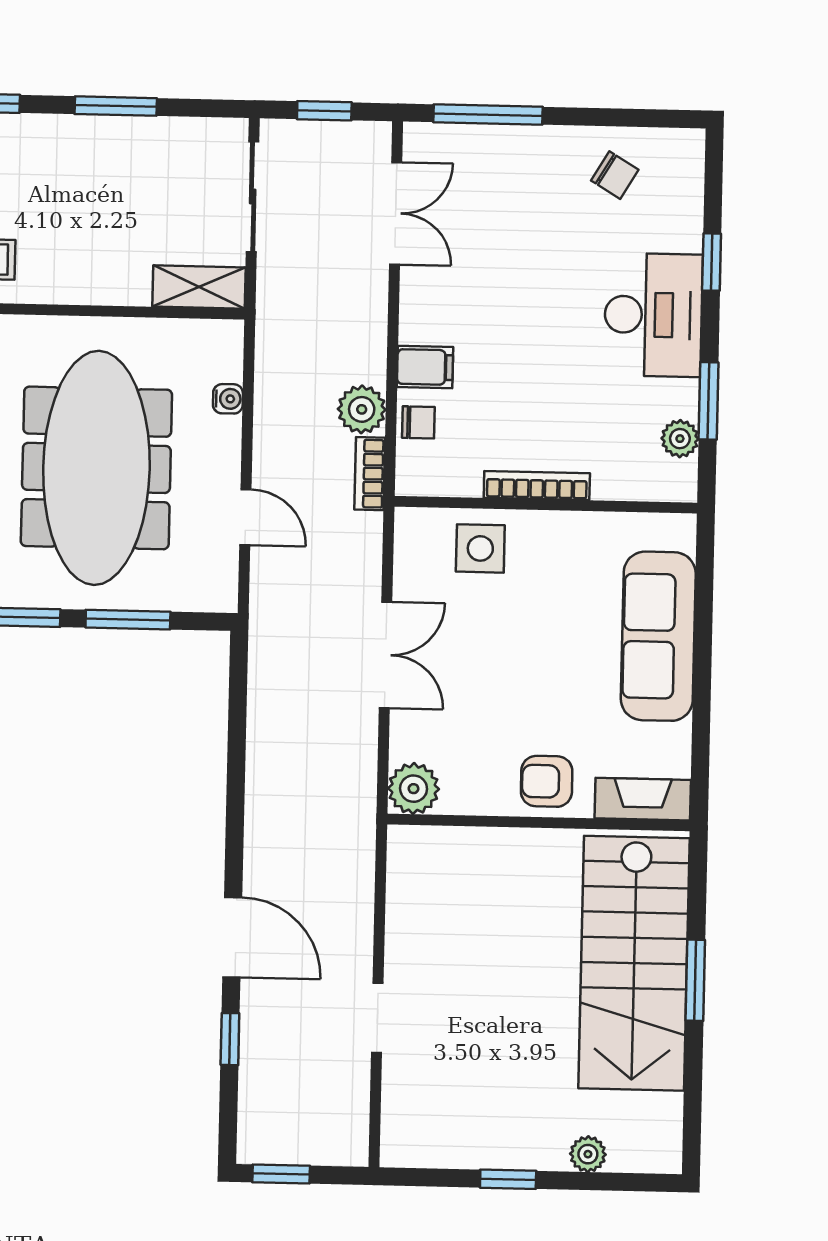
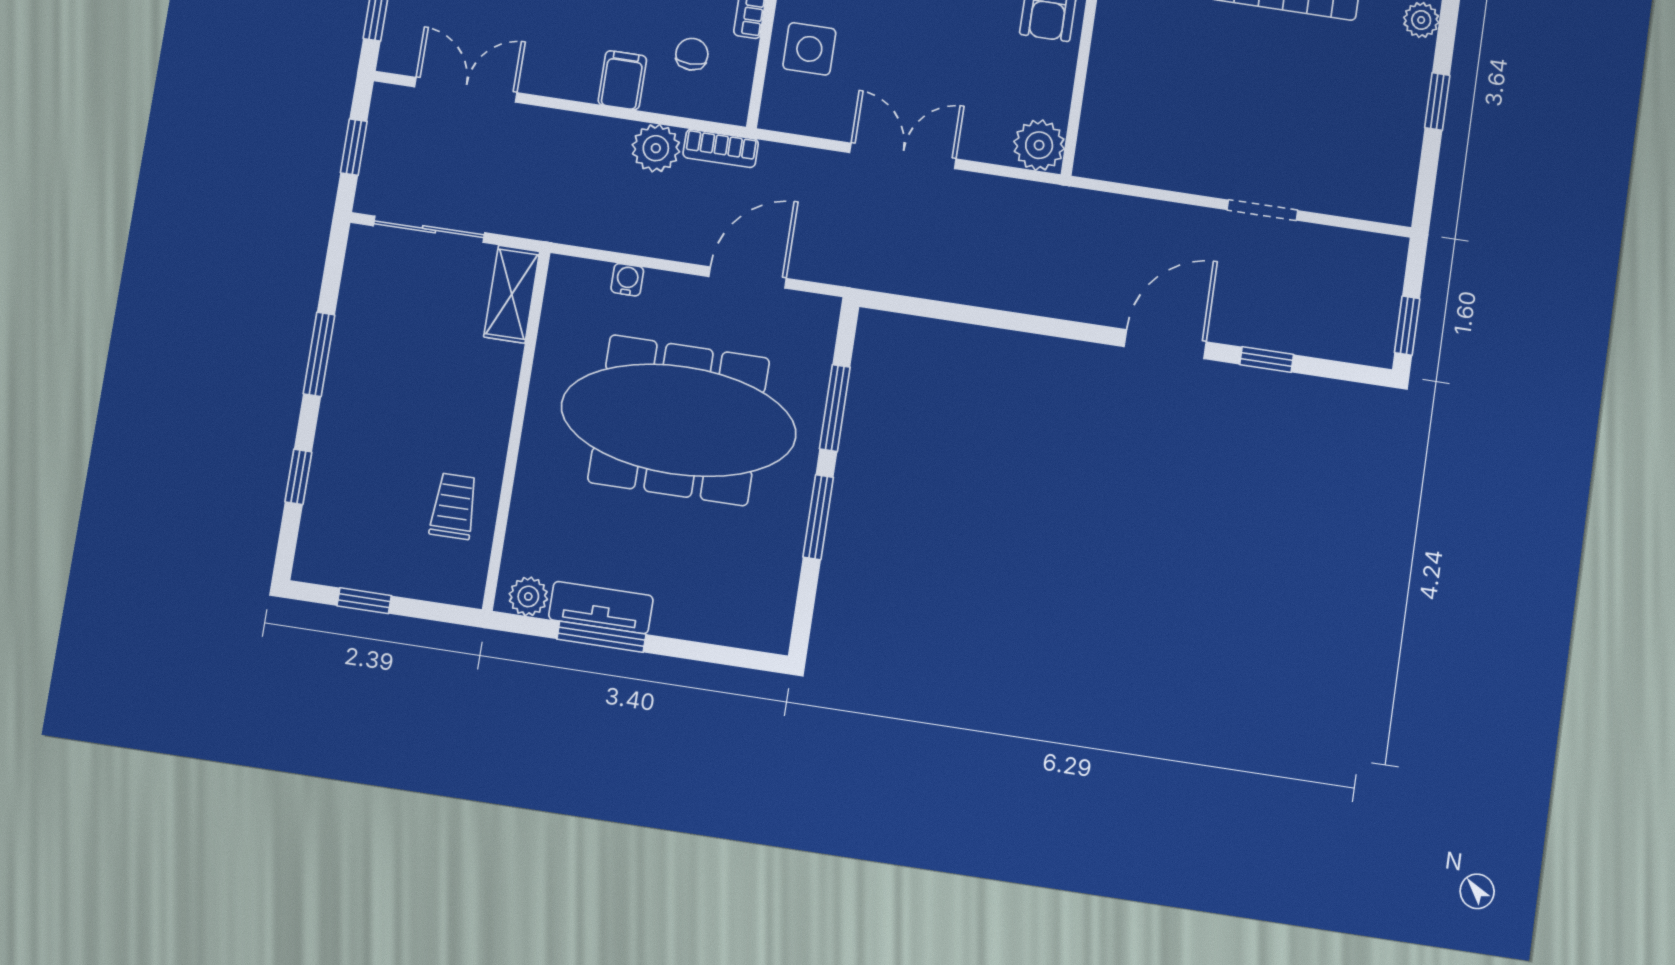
chair: (418, 422) -> (692, 54), moved
door: (245, 517) -> (748, 277), width x1.38

